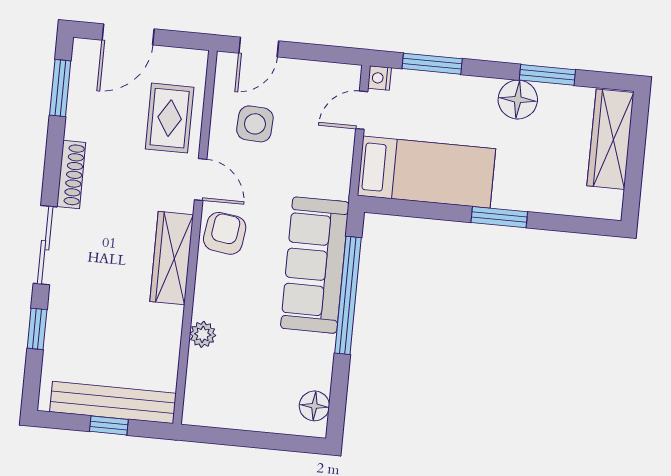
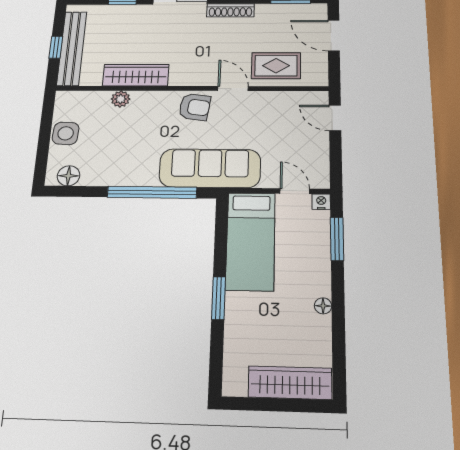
window: (547, 75) -> (338, 328), removed
floor lamp: (518, 100) -> (323, 306), width x0.53, depth x0.53
side table: (255, 124) -> (66, 133), moved
door: (201, 179) -> (233, 89), swing flipped
wardrobe: (172, 258) -> (136, 75), moved
sofa: (315, 265) -> (210, 168), moved

